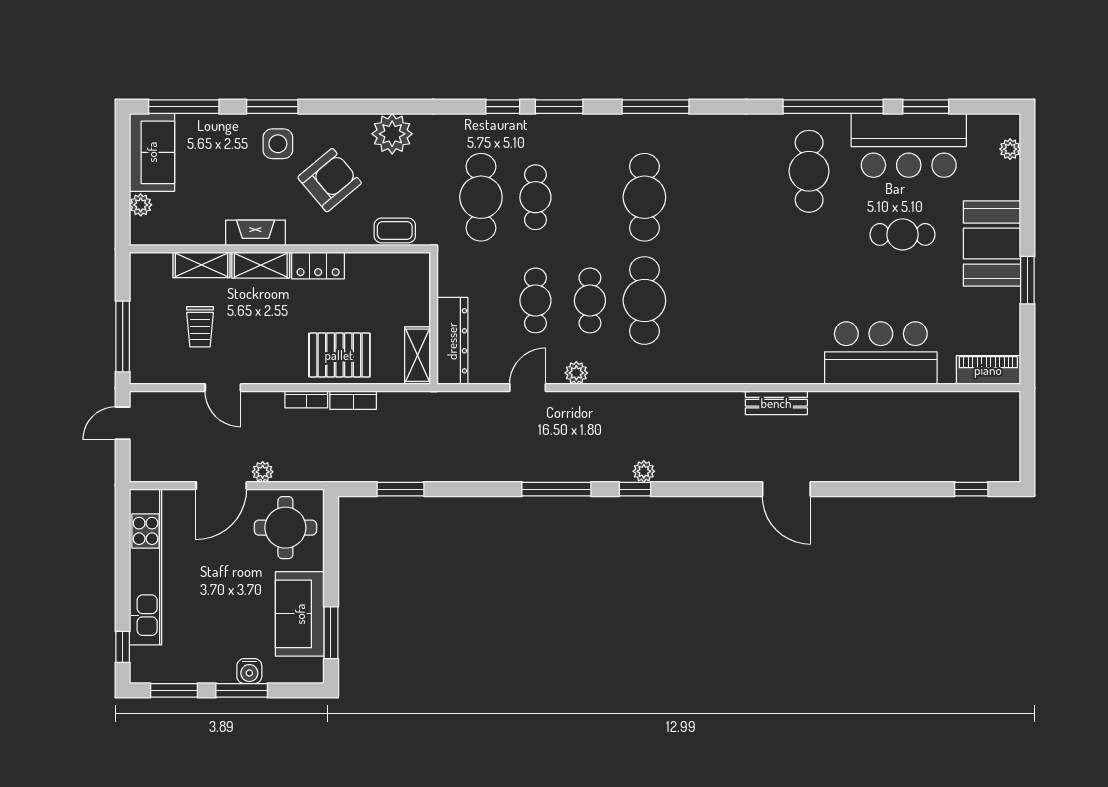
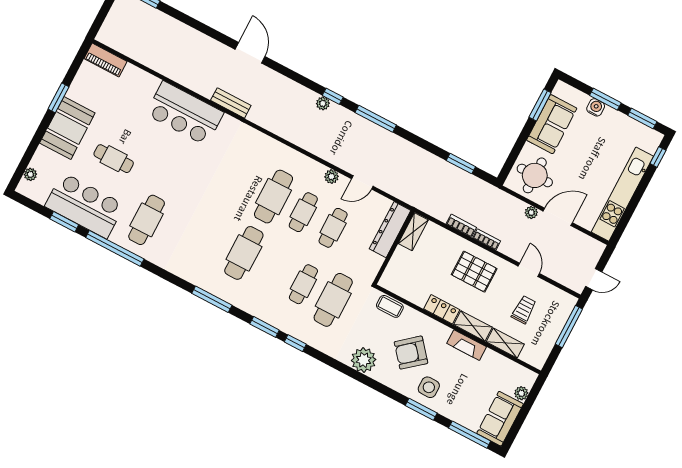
bar counter: (881, 353) -> (185, 113), moved
pallet: (339, 355) -> (474, 272), moved

